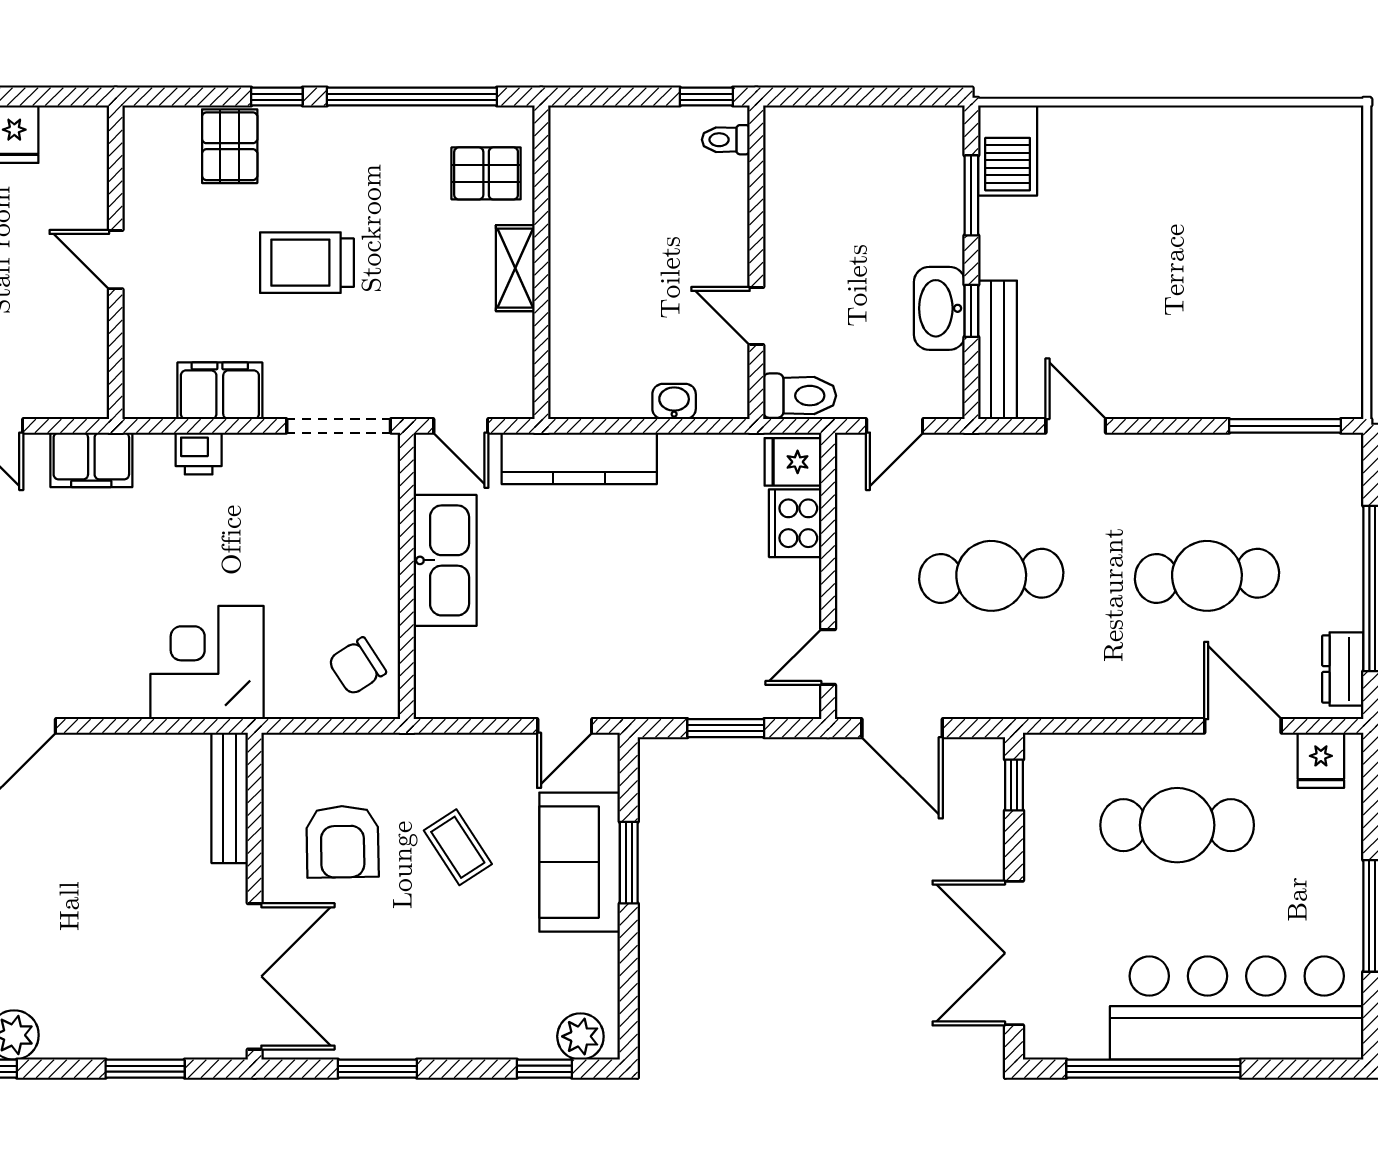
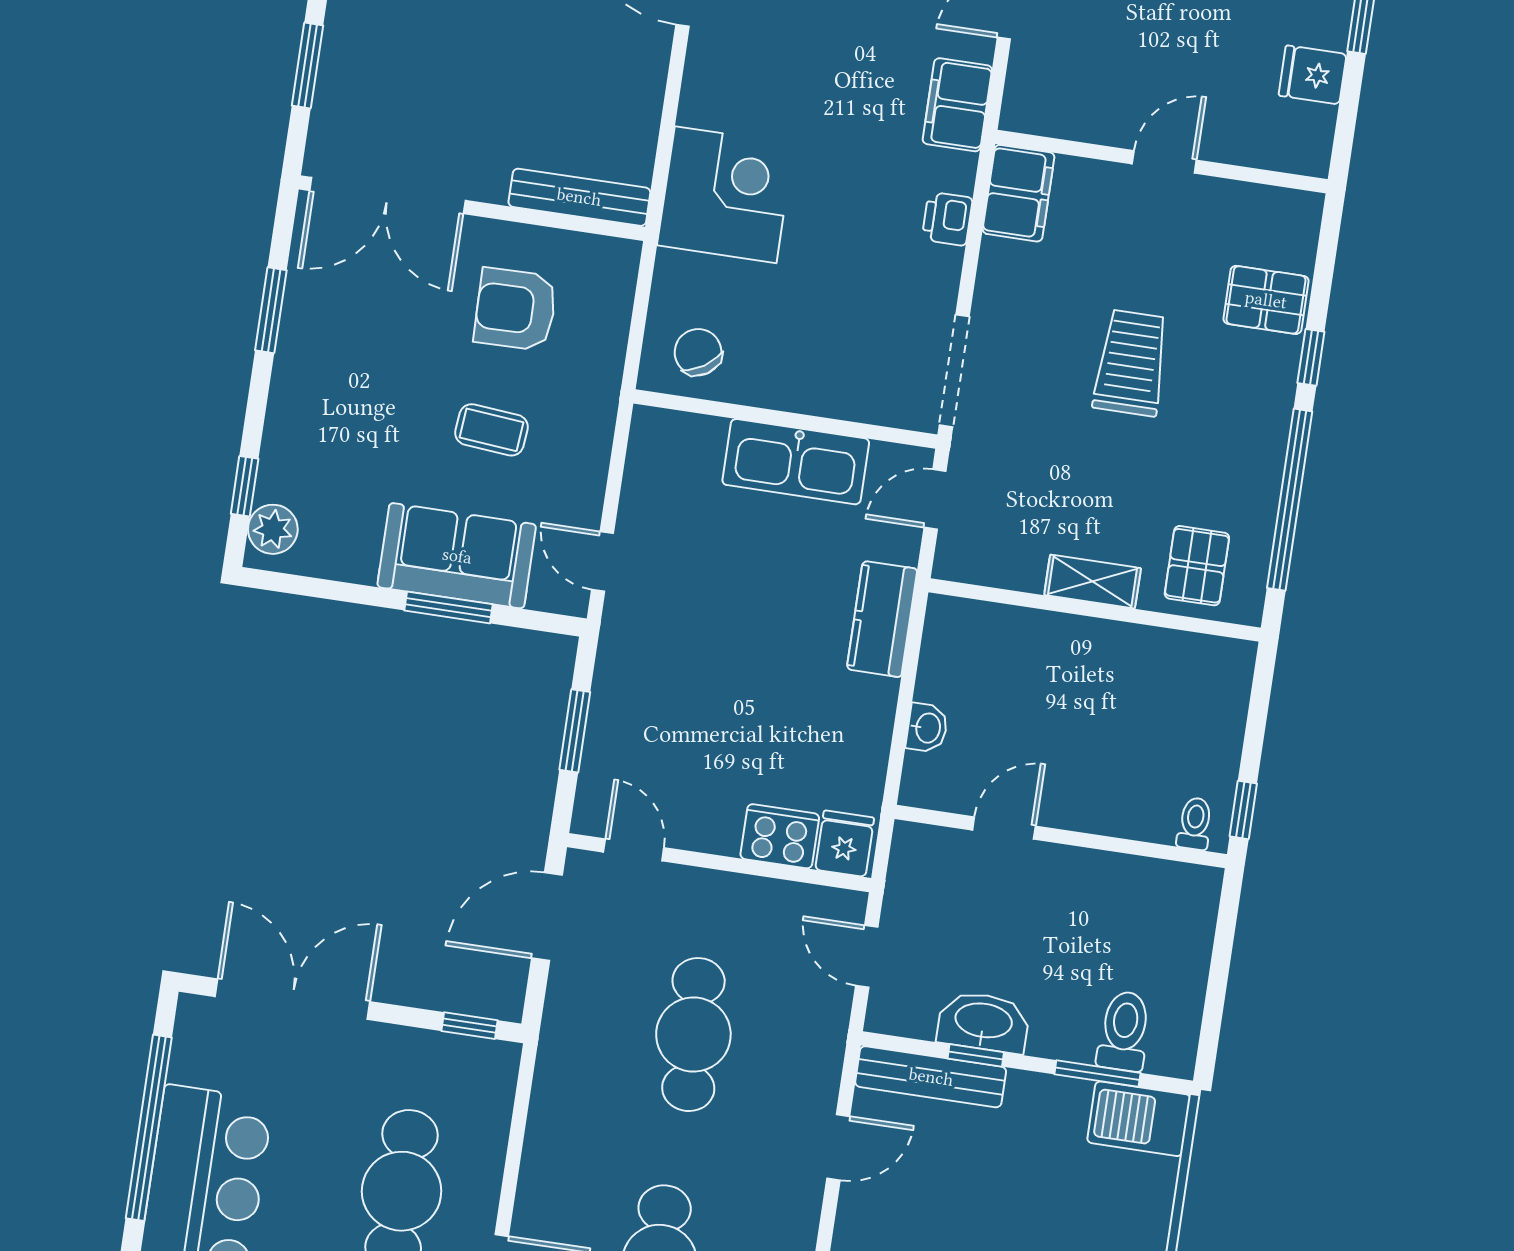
filing cabinet: (220, 391) -> (1019, 193), moved
toilet: (800, 396) -> (1124, 1031), moved, turned 180
kitchen counter: (579, 458) -> (882, 619), width x0.67
coffee table: (458, 847) -> (492, 430), turned 38

